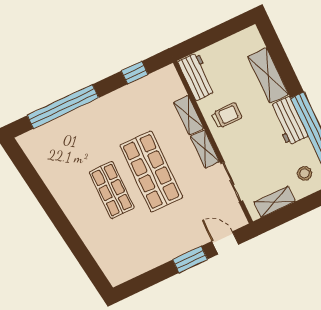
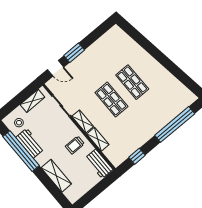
workbench: (289, 121) -> (30, 143), moved
shop shelf: (151, 171) -> (111, 100), width x0.70, depth x0.74

